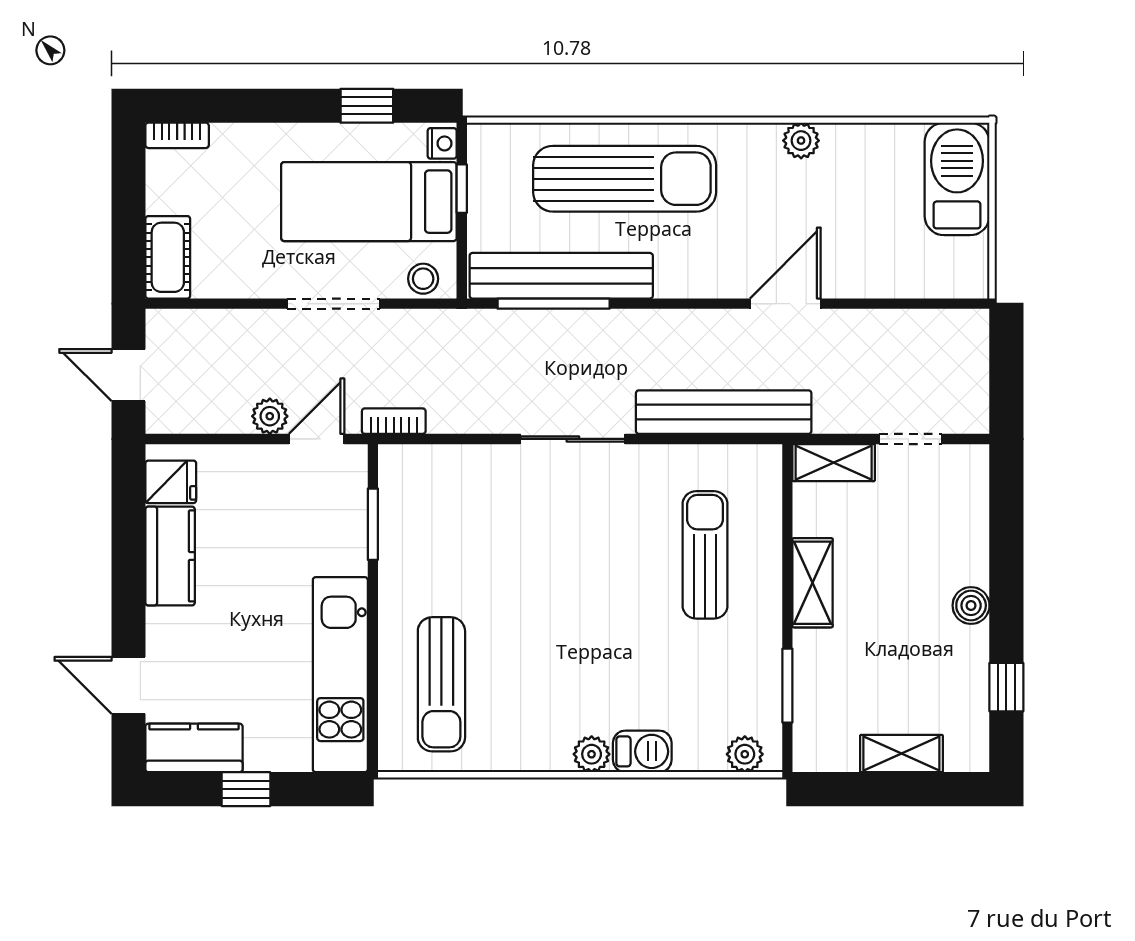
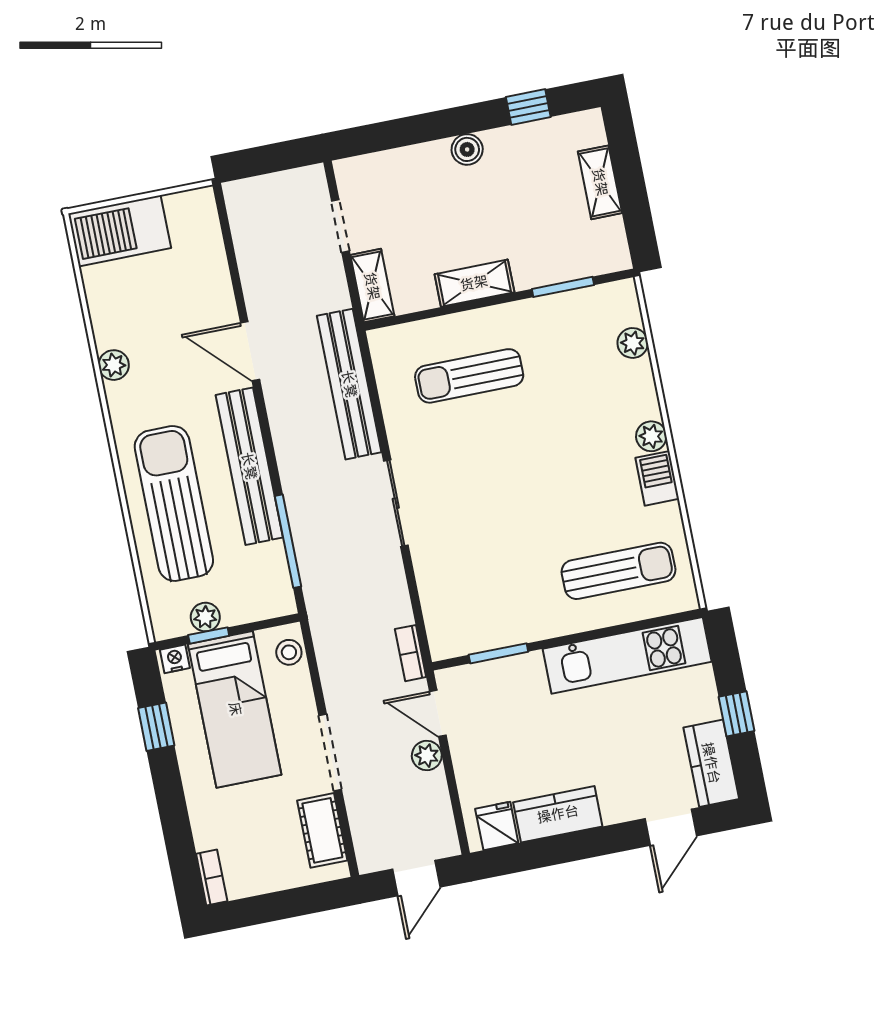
plant: (484, 189) -> (205, 617), added
cot: (168, 257) -> (322, 830), moved, turned 90
bench: (561, 276) -> (249, 466), moved
doorway: (334, 304) -> (330, 752), moved
barbecue: (642, 751) -> (657, 478), moved
plant: (745, 754) -> (633, 343), moved

